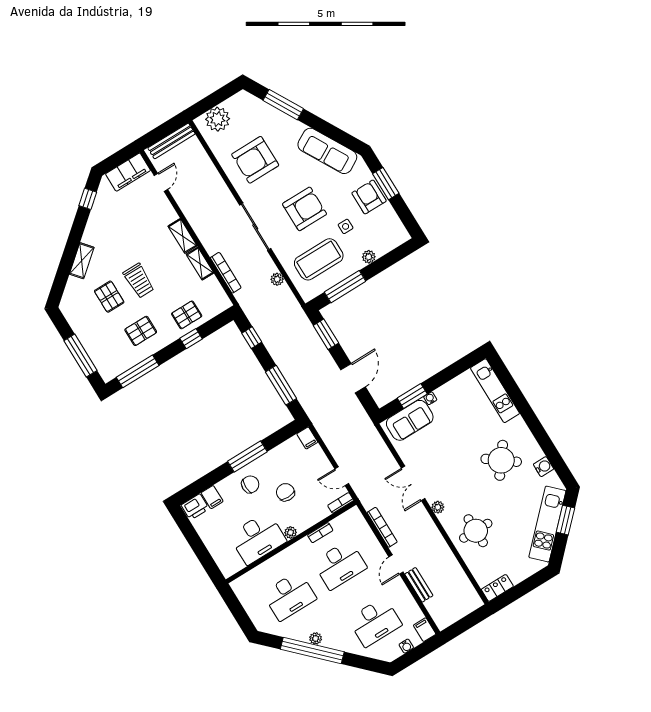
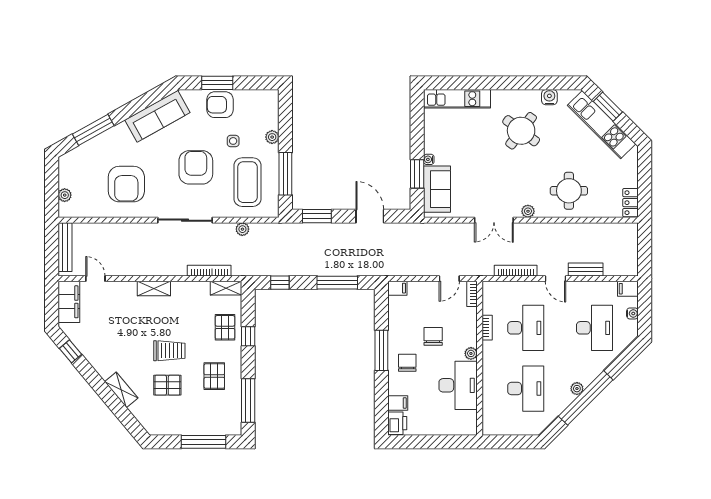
plant: (218, 119) -> (65, 195), width x0.53, depth x0.53
shelving: (200, 264) -> (226, 288), moved
chair: (285, 492) -> (433, 336), turned 90

